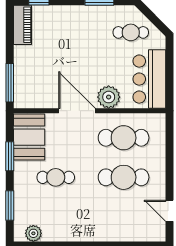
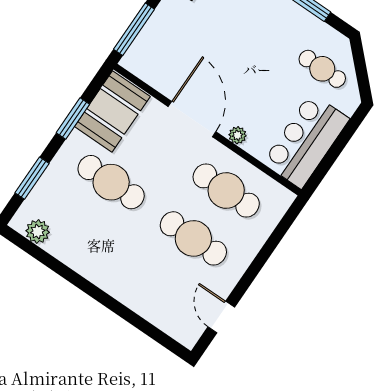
plant: (109, 97) -> (237, 135), width x0.53, depth x0.53
cafe table: (56, 177) -> (111, 182), width x1.37, depth x1.35

